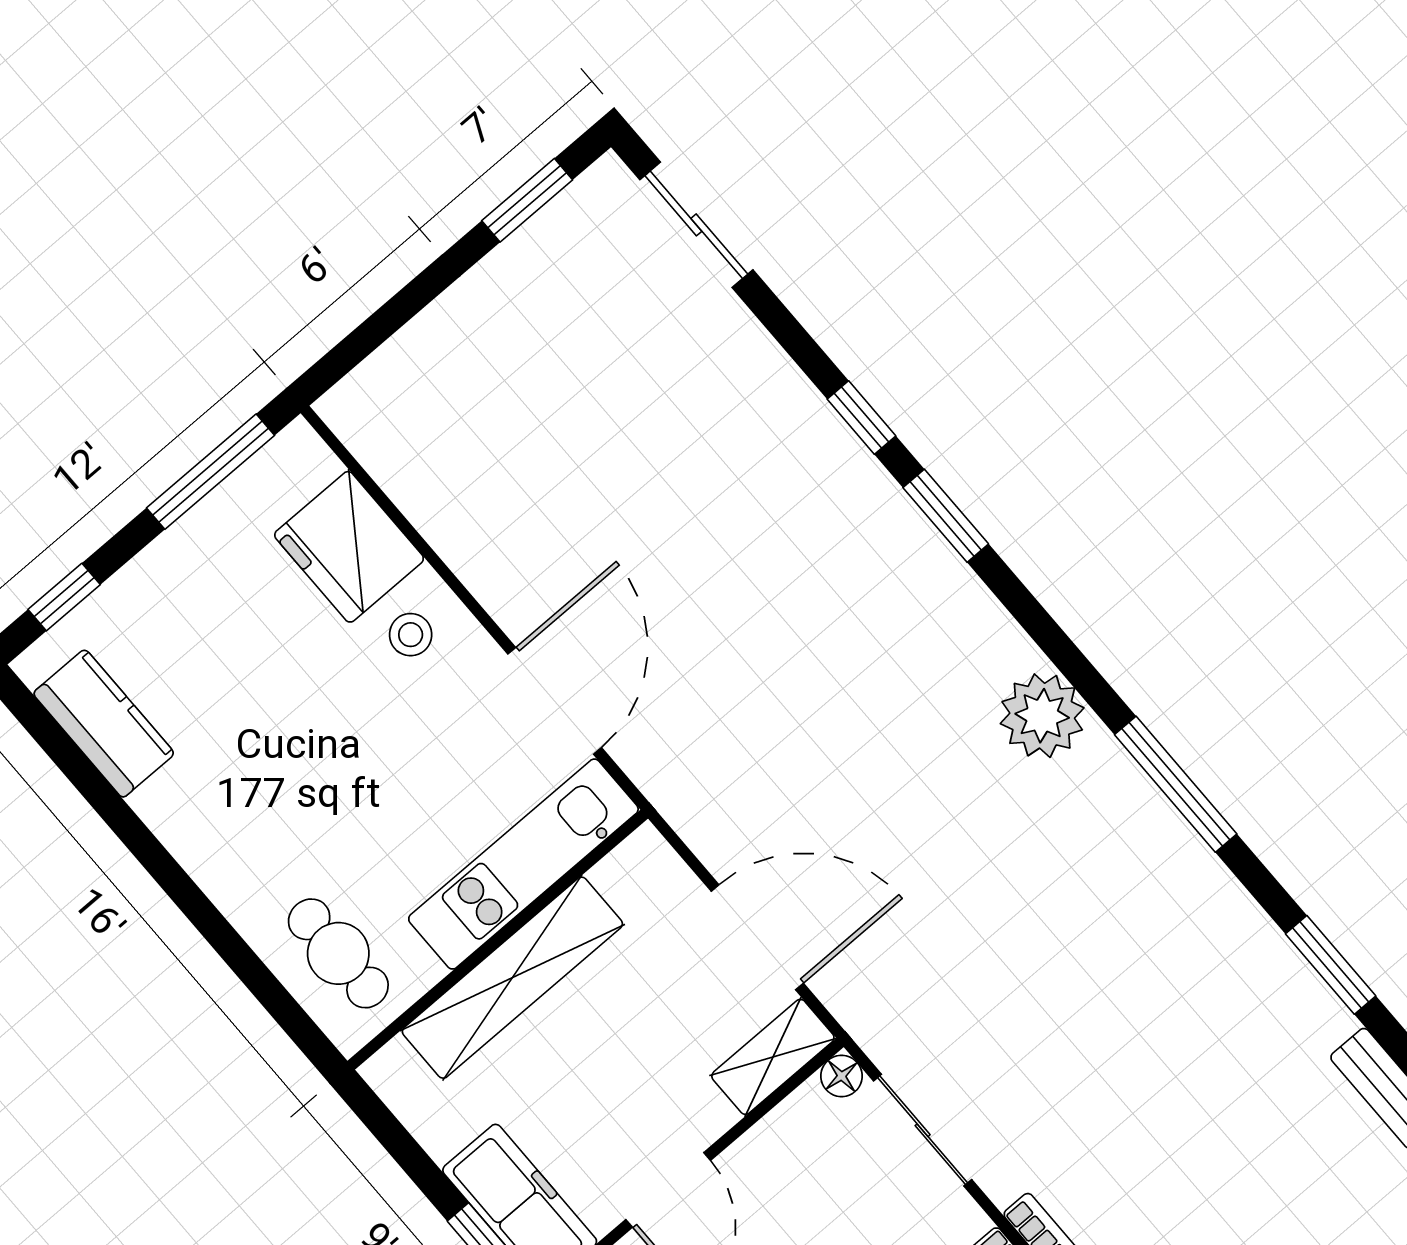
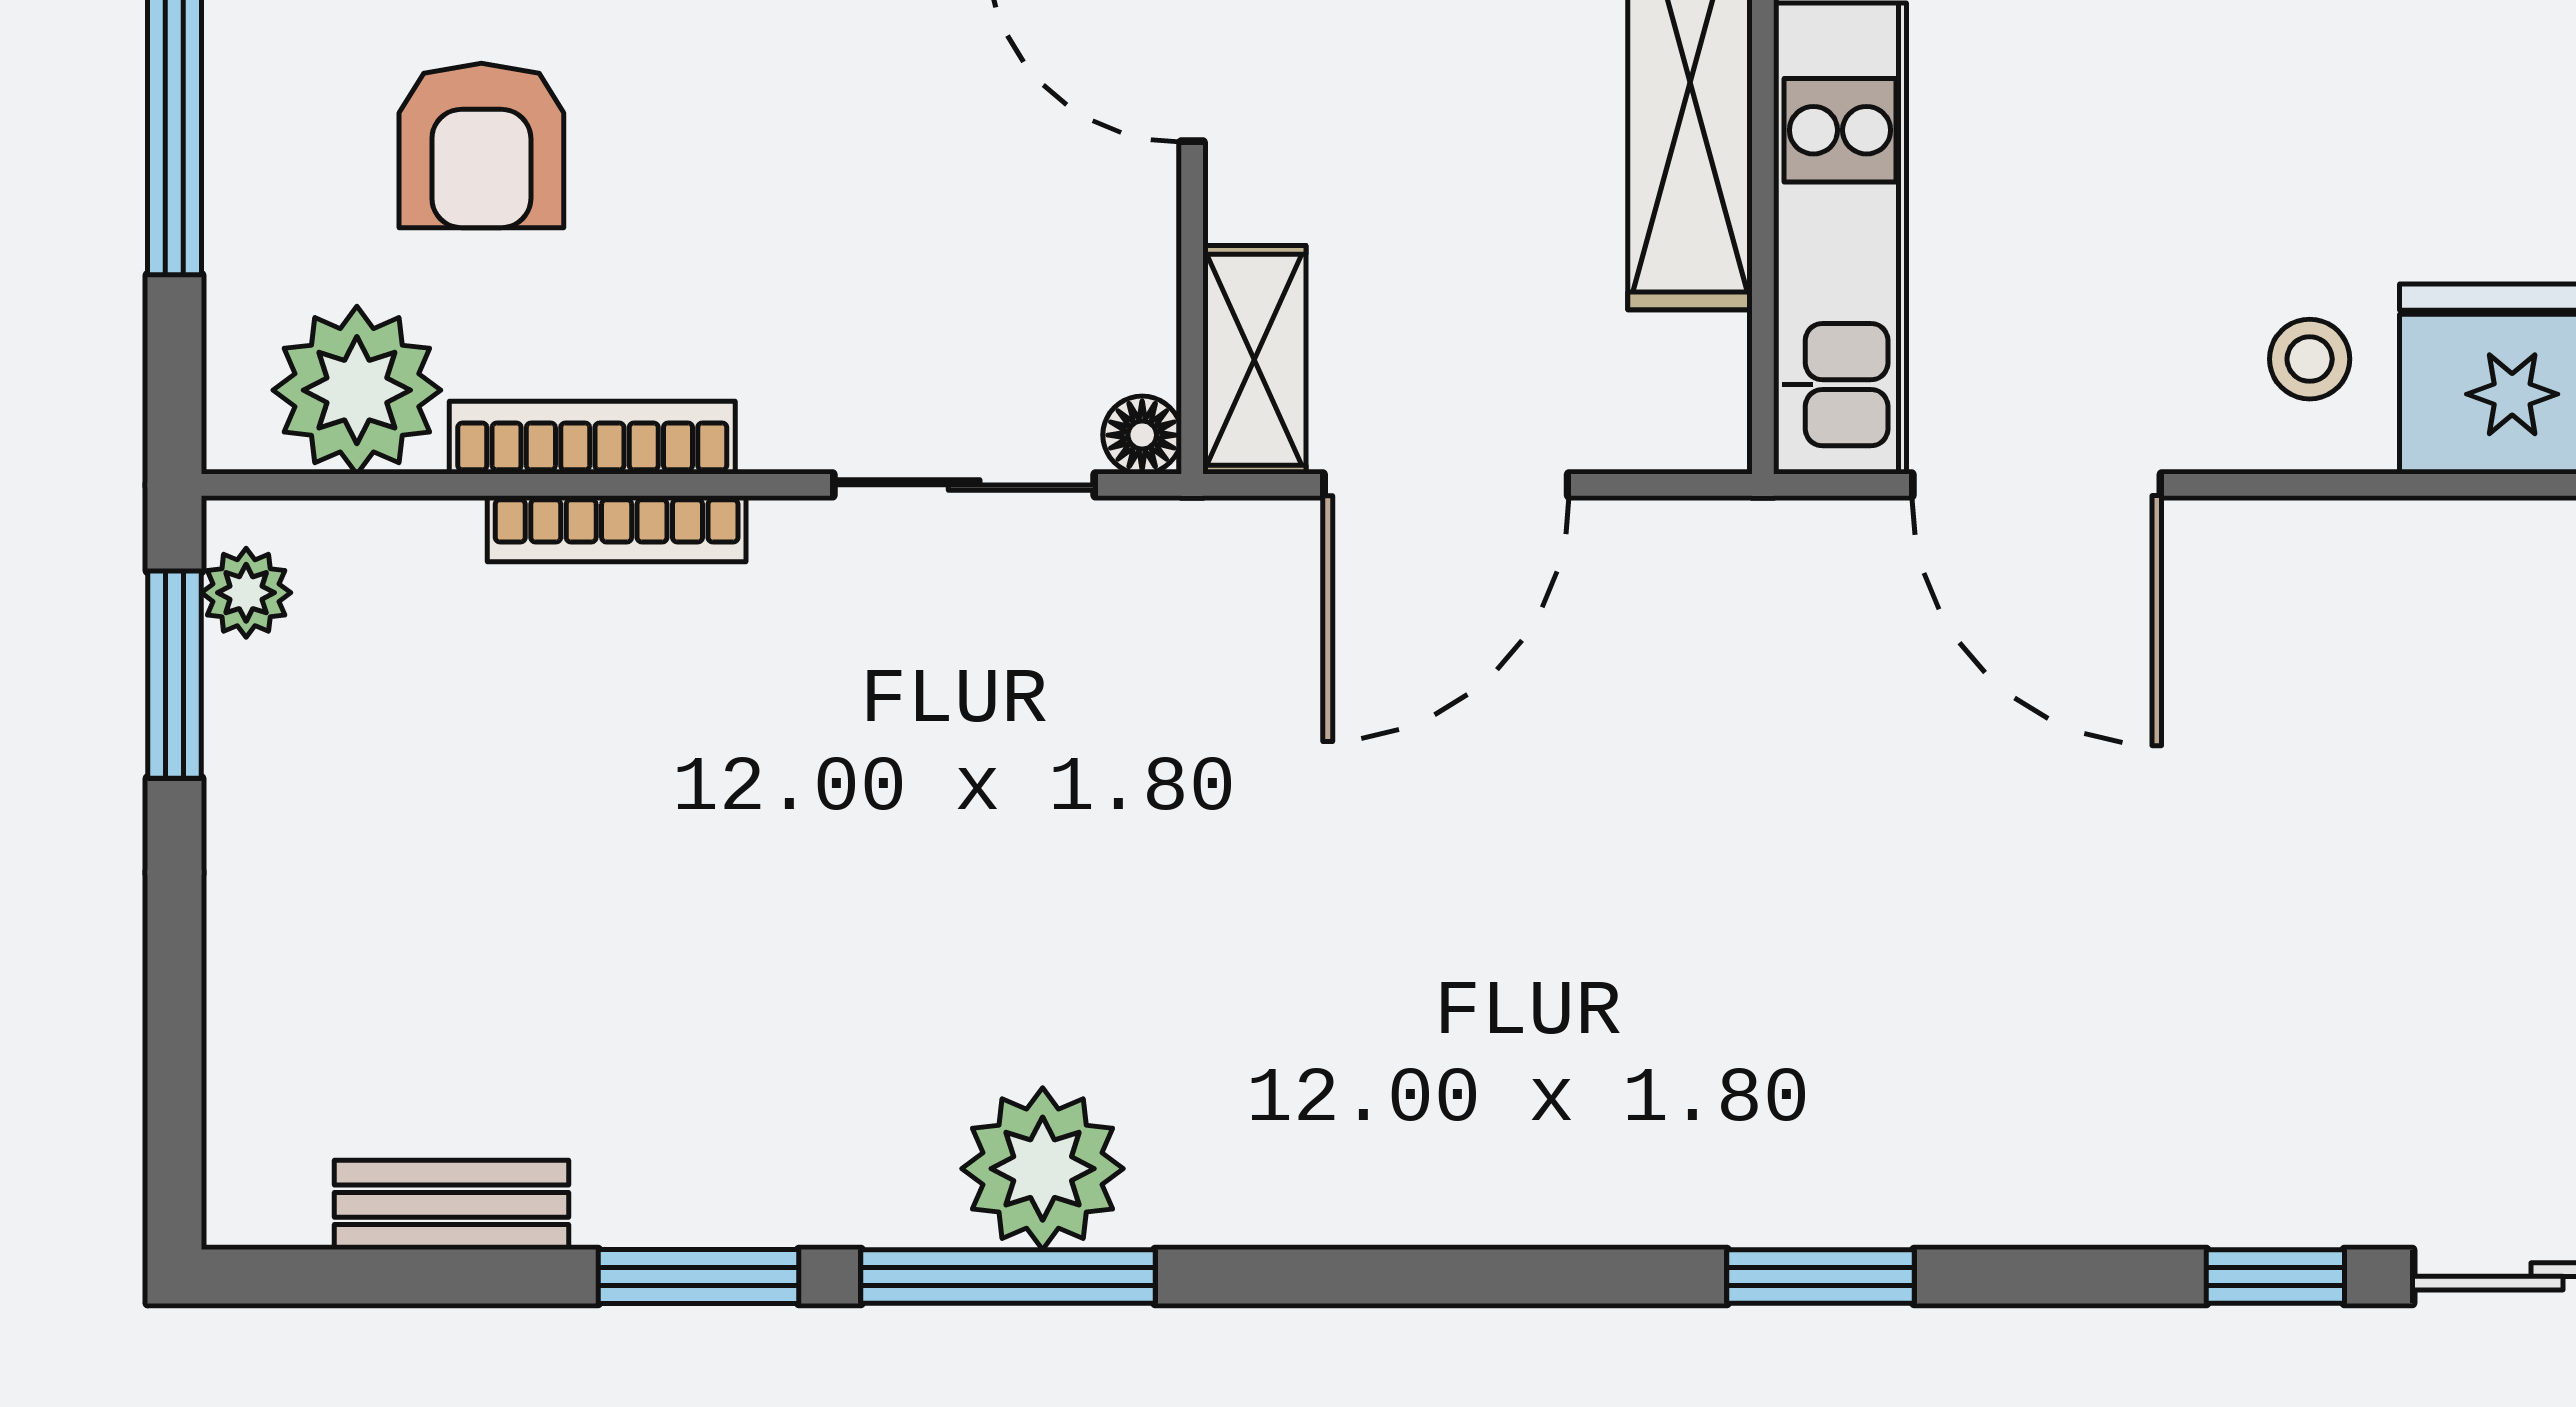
window: (861, 418) -> (2275, 1276), moved
plant: (1042, 716) -> (1043, 1169), moved
window: (1176, 784) -> (1008, 1276), moved

